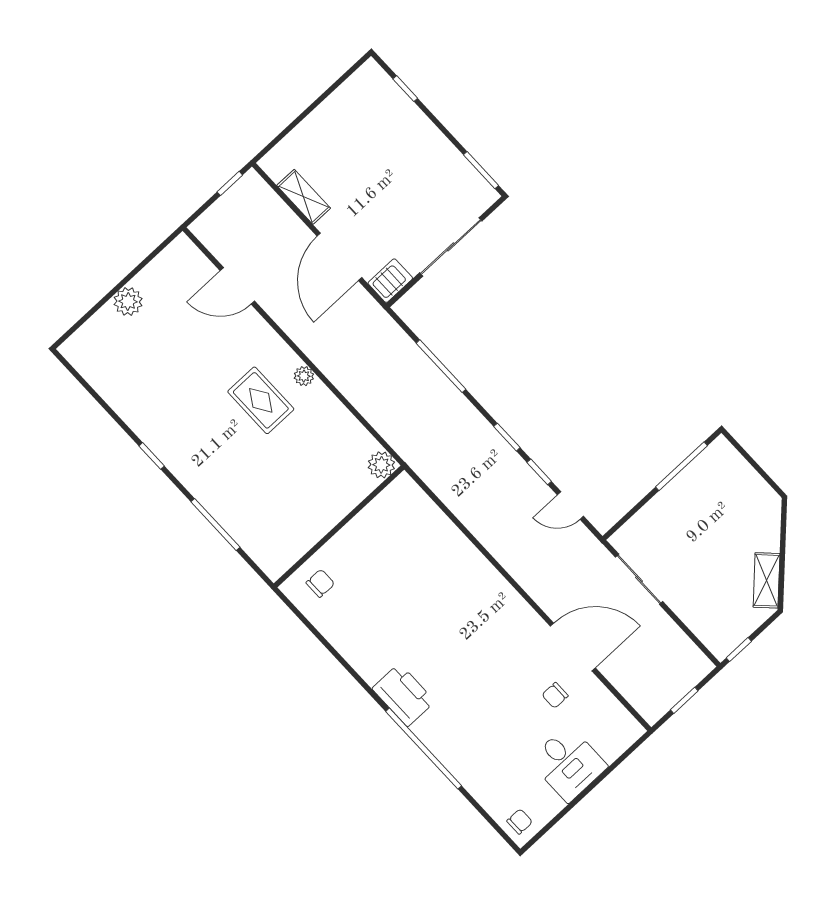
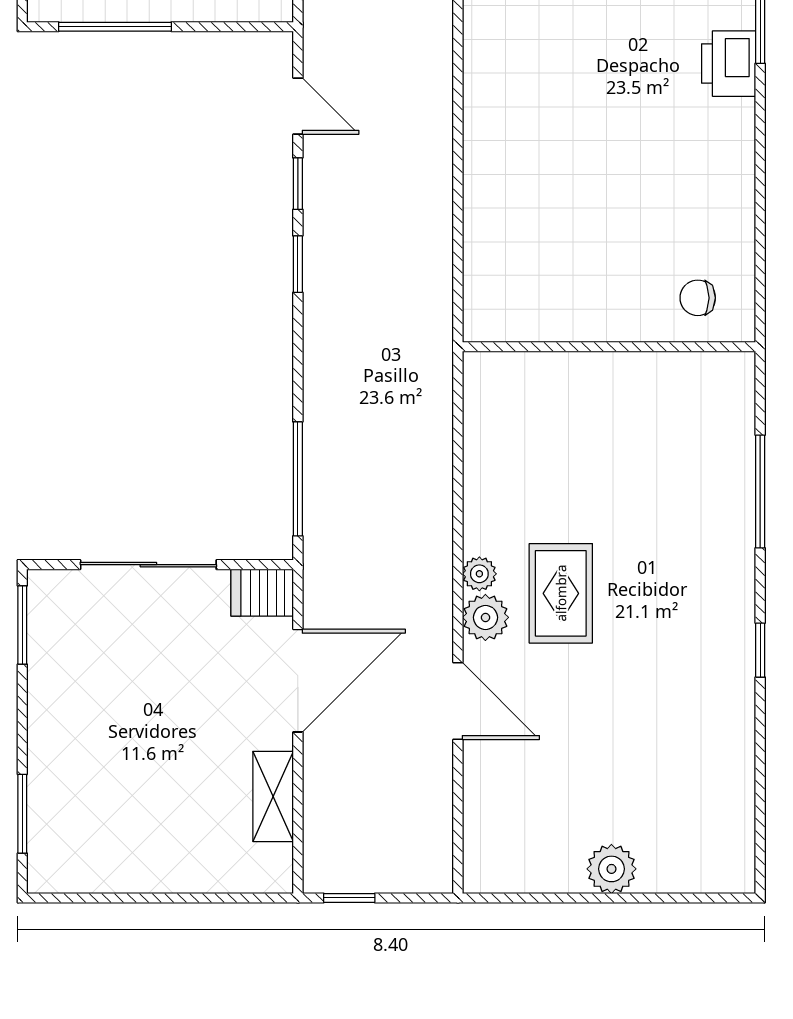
window: (405, 88) -> (22, 814), width x1.50
door: (237, 286) -> (458, 701), moved
window: (441, 366) -> (298, 479), moved
plant: (381, 465) -> (485, 617), moved
printer: (403, 695) -> (729, 64), width x0.73, depth x0.84

